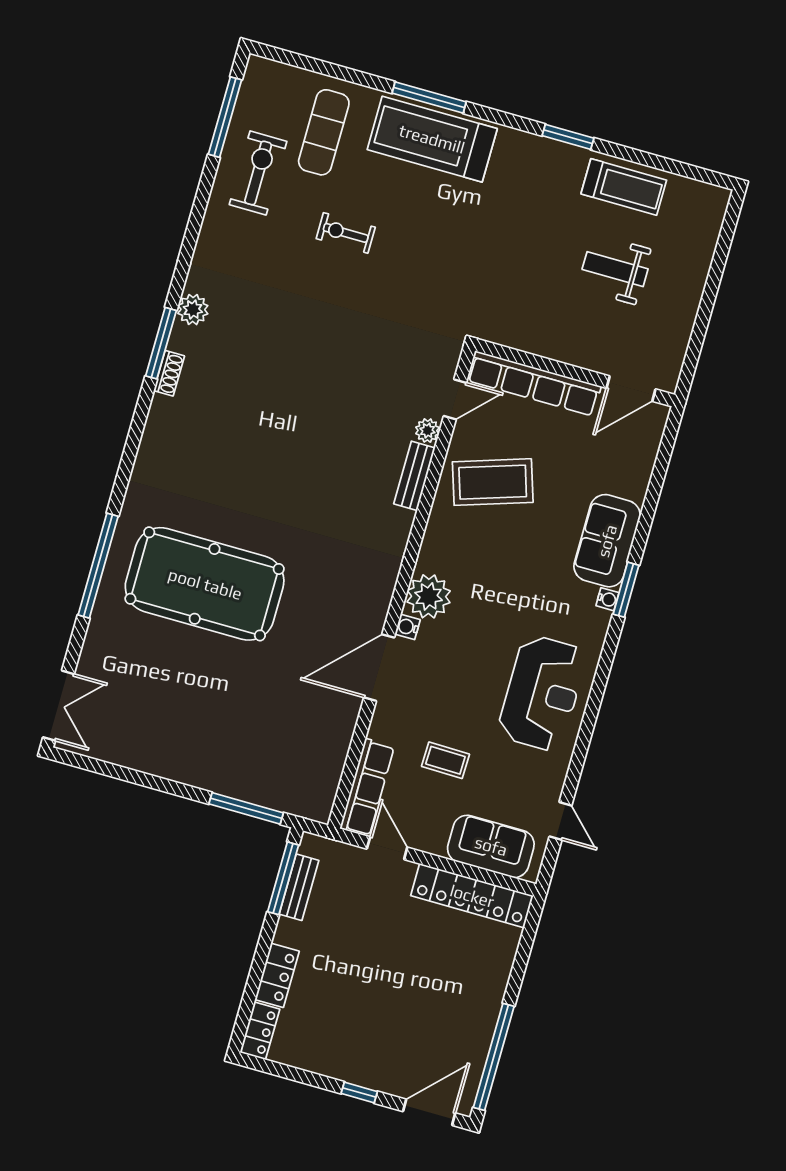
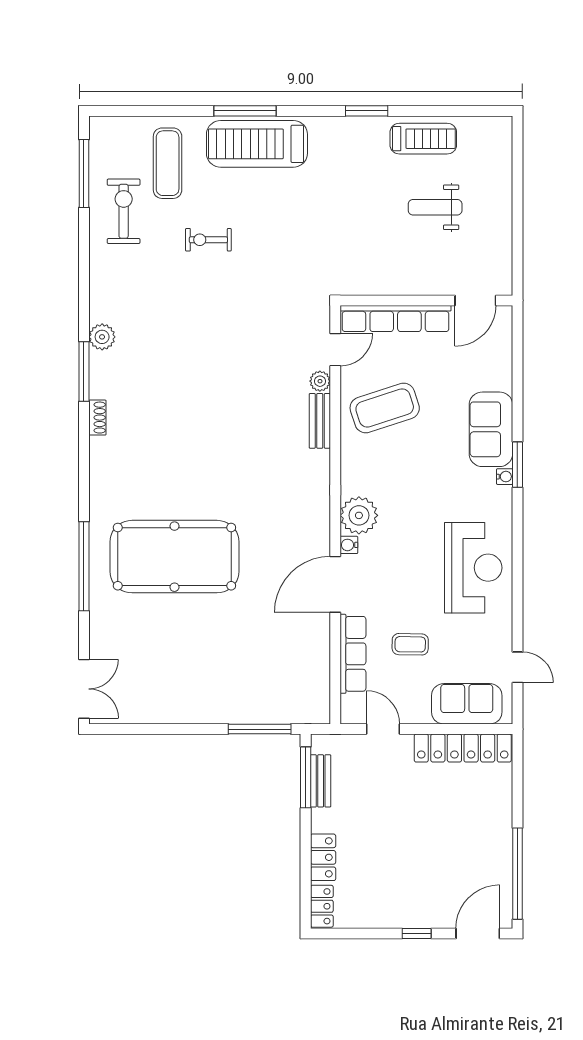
shoe rack: (169, 373) -> (97, 418), moved
row of seats: (367, 788) -> (353, 654), moved

